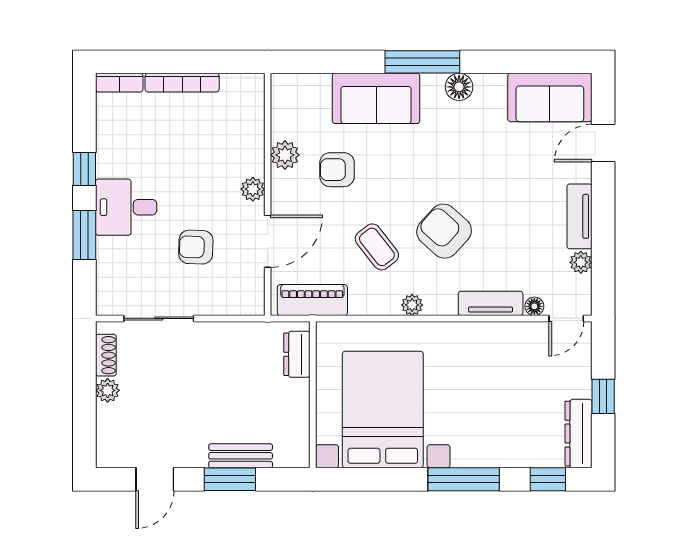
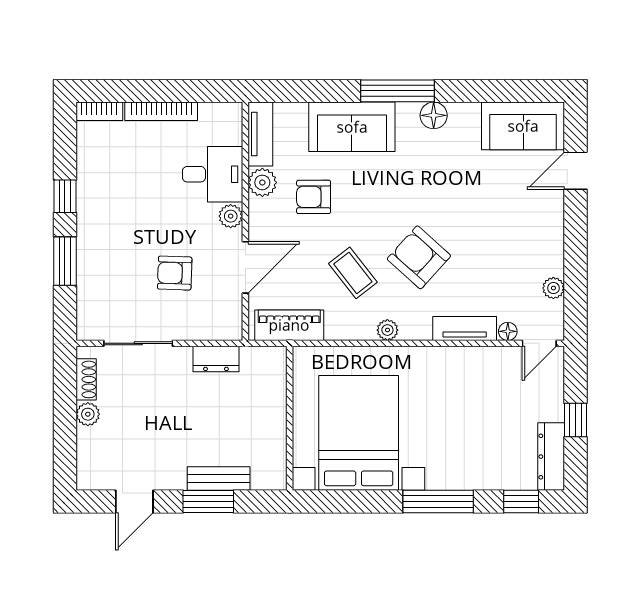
desk: (126, 207) -> (213, 174), moved, turned 180
tv unit: (580, 216) -> (260, 134), moved, turned 180
dresser: (297, 354) -> (216, 359), moved, turned -90

